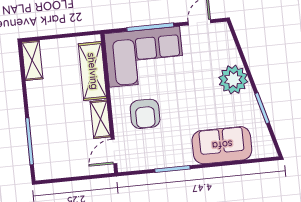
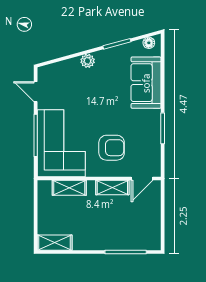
shelving: (93, 71) -> (69, 188), width x0.67, depth x0.75
plant: (233, 80) -> (88, 61), width x0.53, depth x0.53
floor lamp: (267, 144) -> (149, 43), added
door: (114, 151) -> (142, 178), hinge flipped

